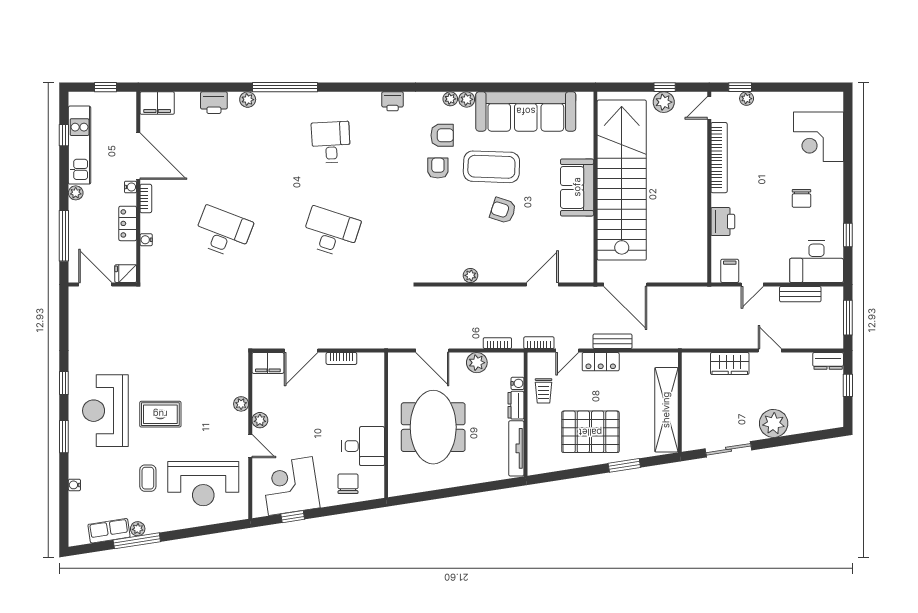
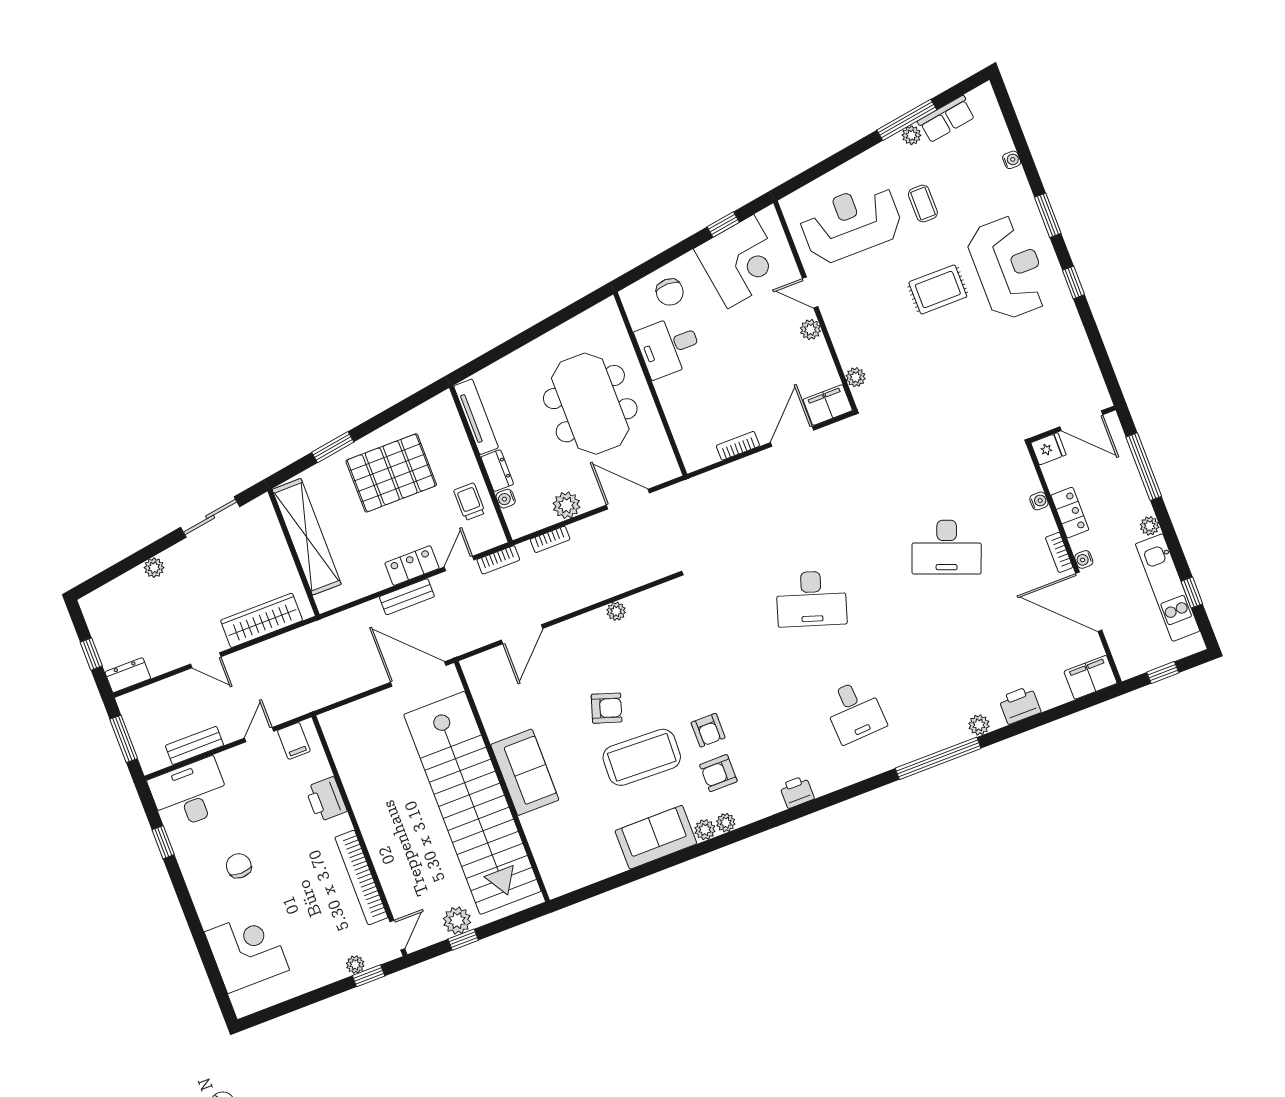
sofa: (526, 111) -> (656, 837), width x0.54, depth x0.79
wardrobe: (730, 363) -> (262, 620), width x1.50
plant: (241, 404) -> (856, 377), moved
plant: (774, 423) -> (154, 568), width x0.53, depth x0.53

